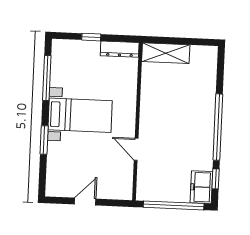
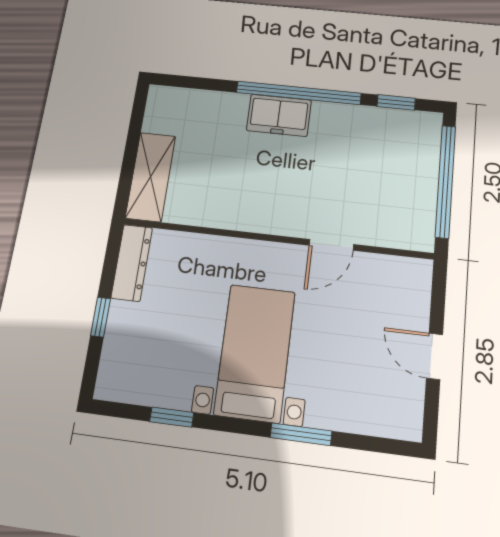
window: (47, 78) -> (172, 417), width x0.46
freezer: (201, 187) -> (279, 115), moved

